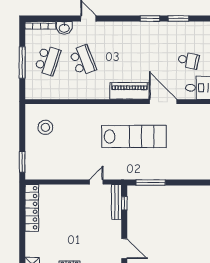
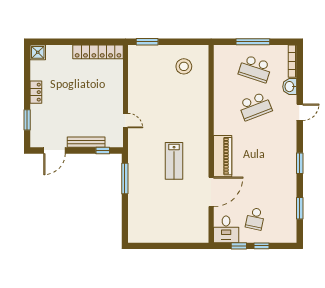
window: (150, 19) -> (300, 163), moved
lab bench: (134, 136) -> (174, 161), width x0.54, depth x0.72
bench: (116, 202) -> (86, 142), moved

